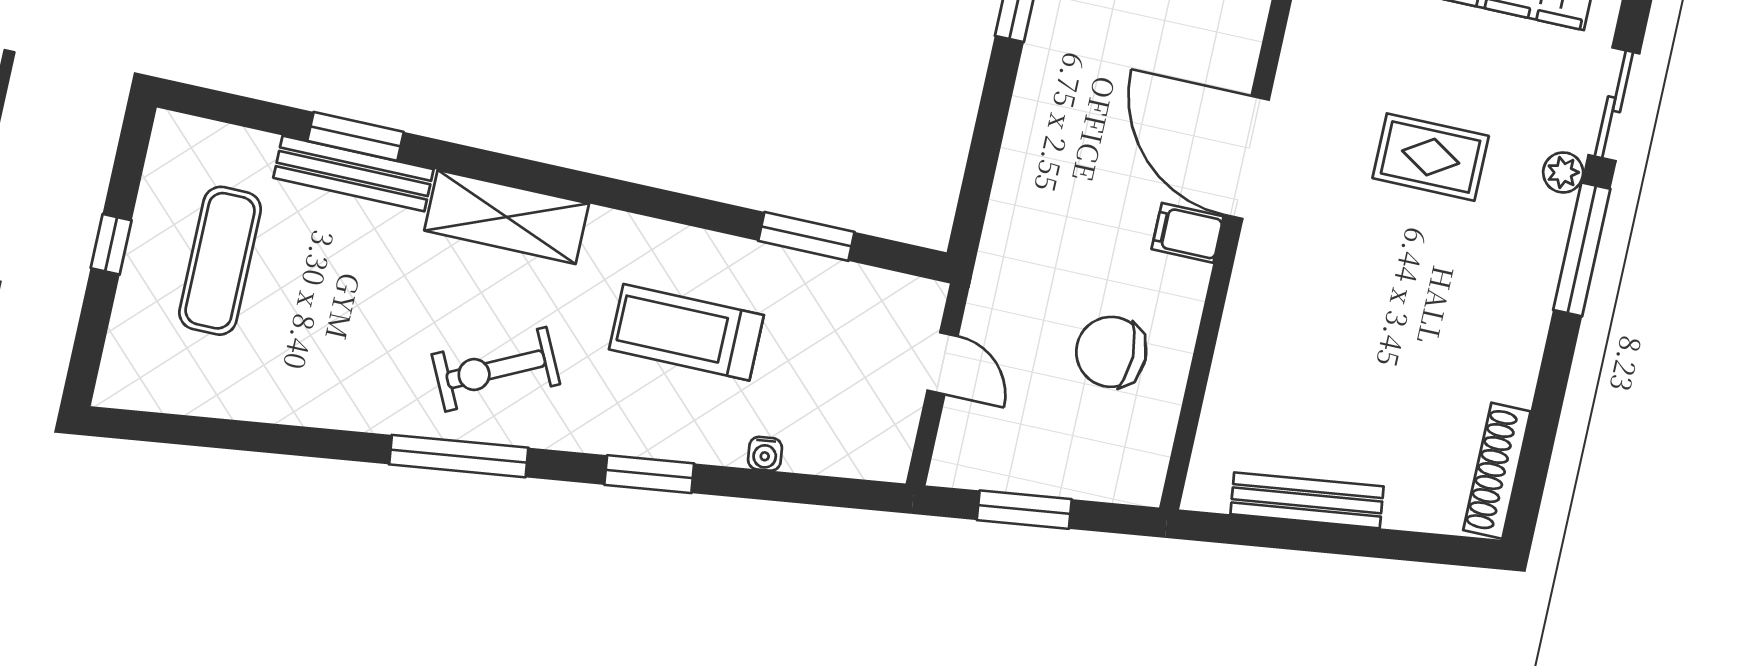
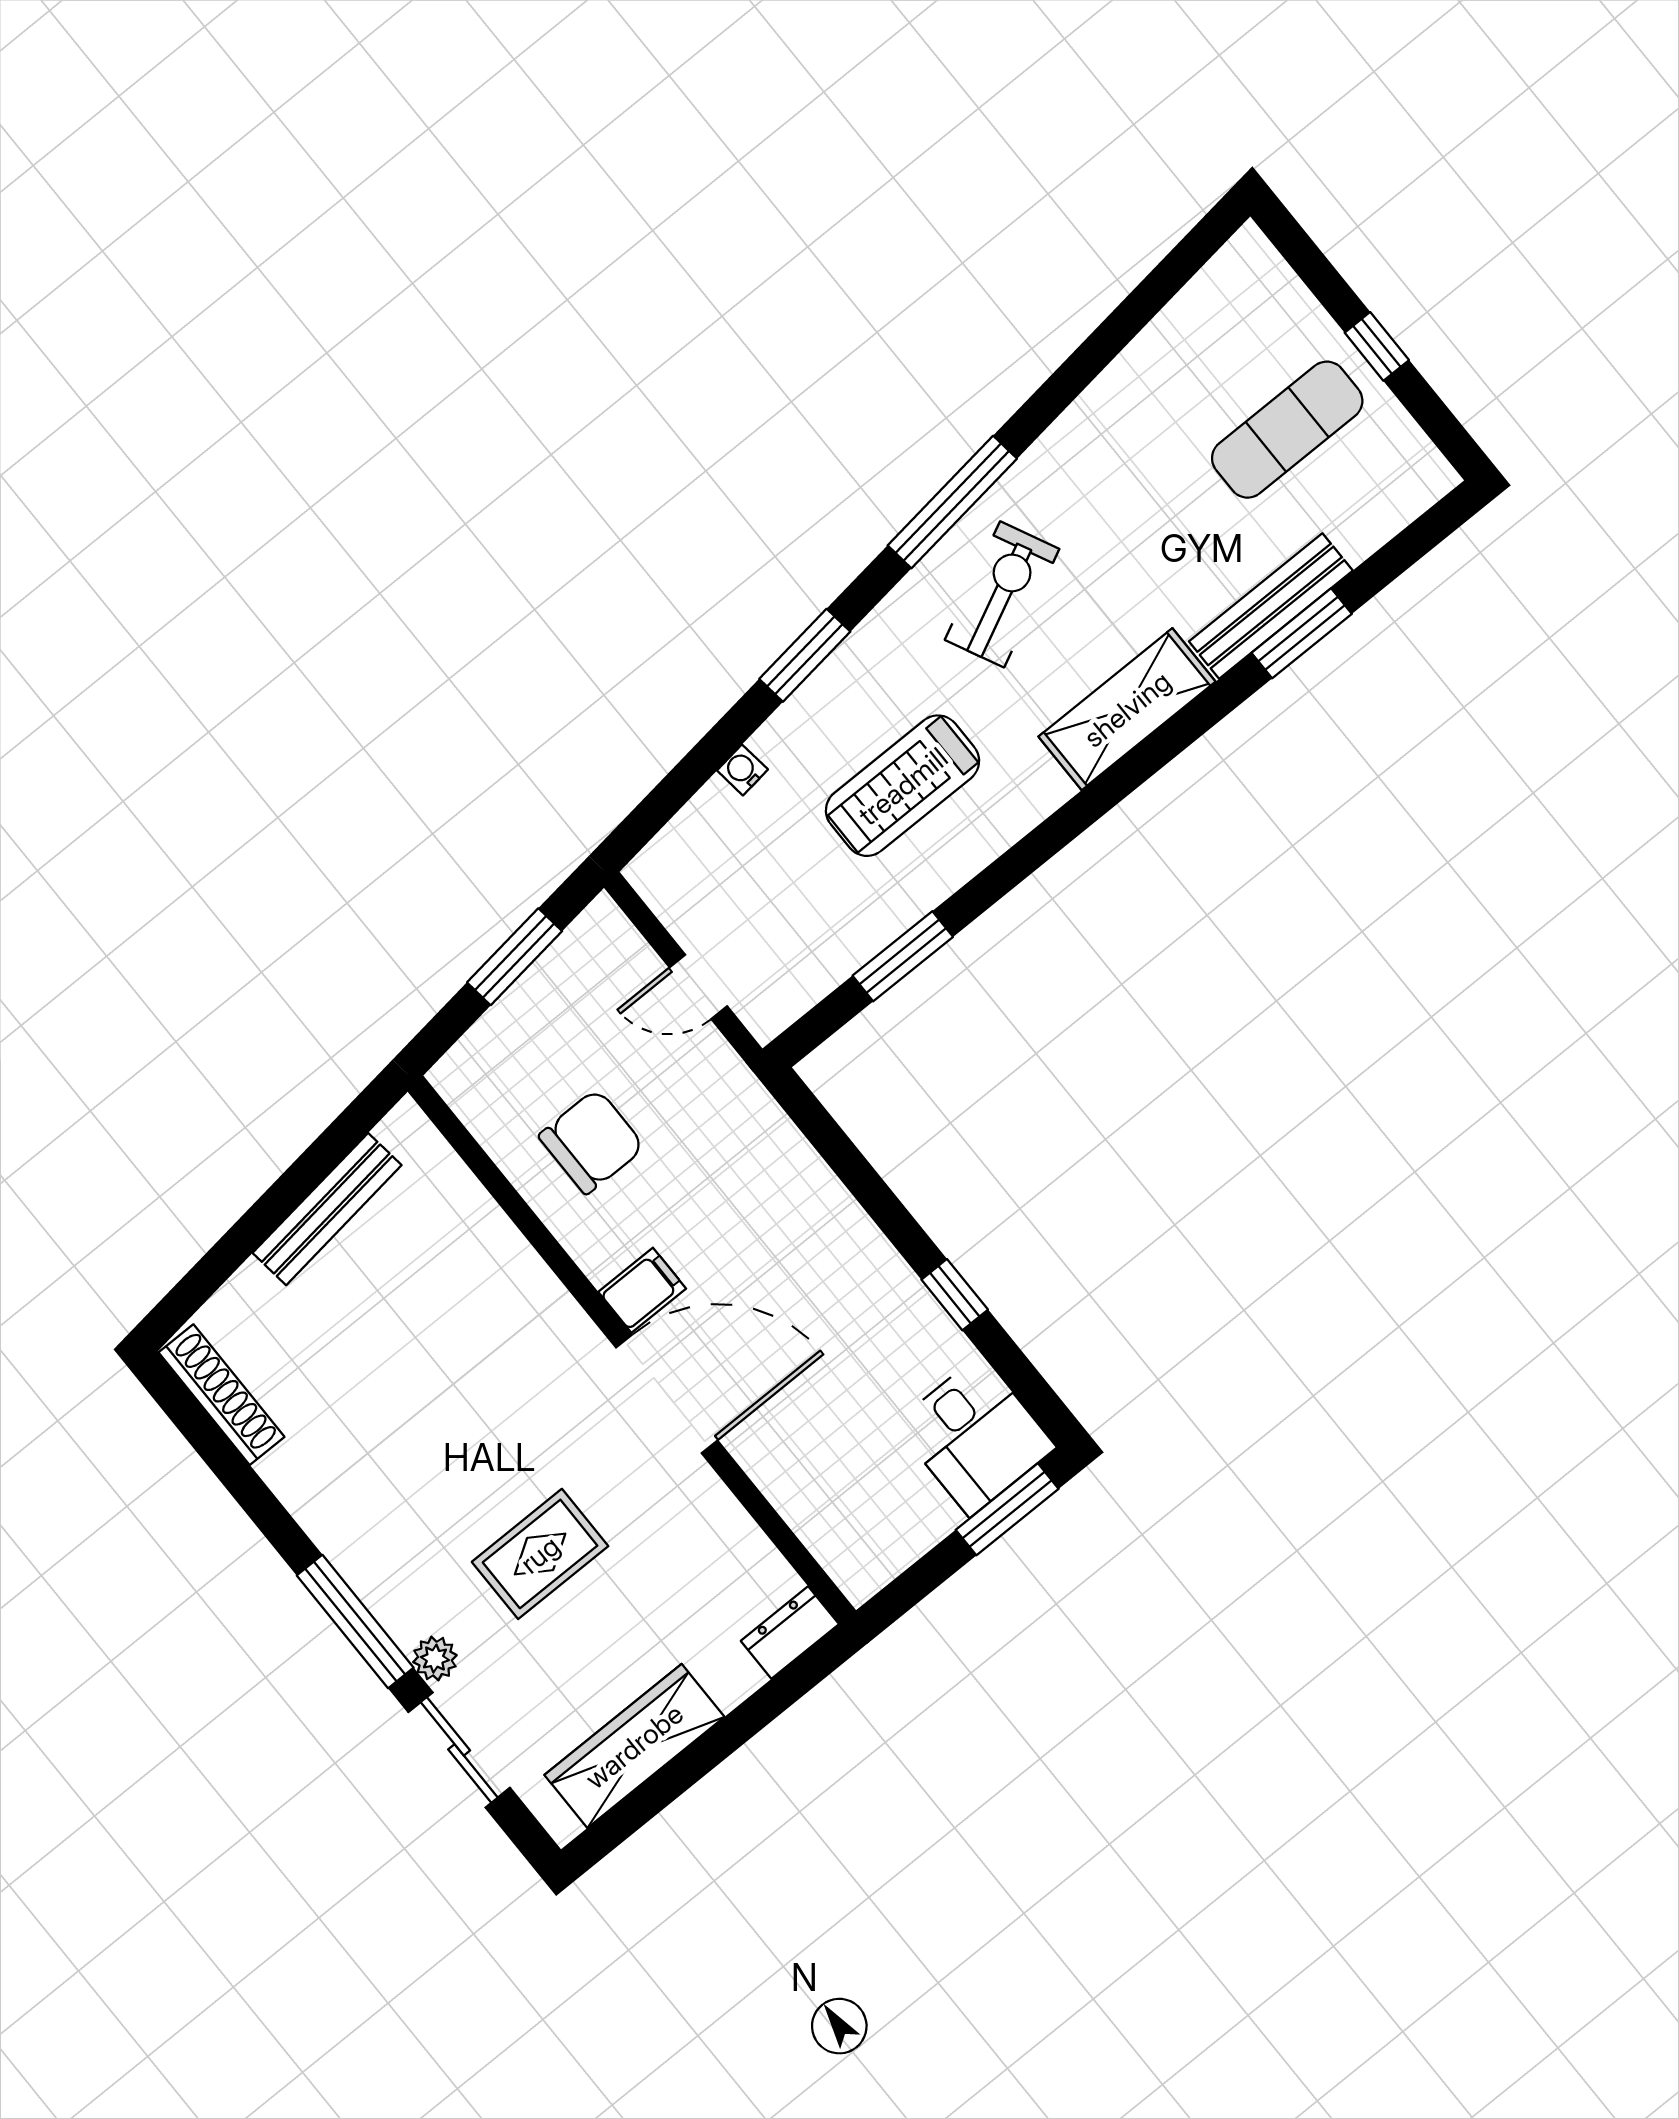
exercise mat: (220, 261) -> (1287, 430), turned 90
treadmill: (686, 332) -> (903, 786), turned 180

